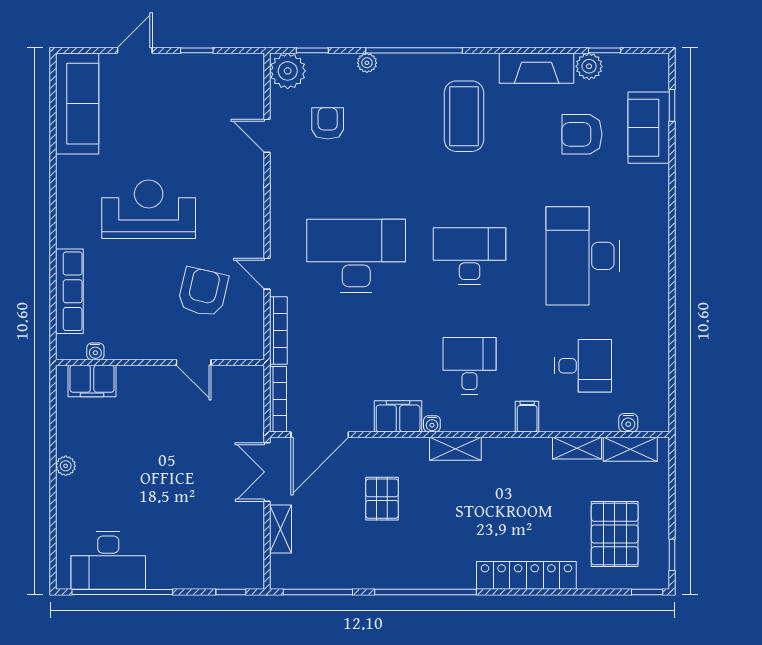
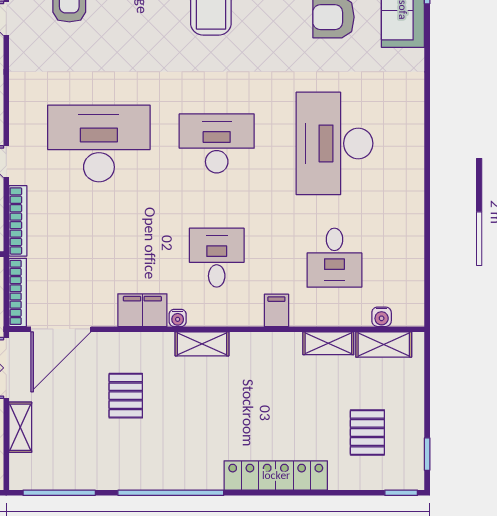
desk: (583, 366) -> (334, 258), turned 90
pallet: (615, 534) -> (367, 432), width x0.67, depth x0.71

